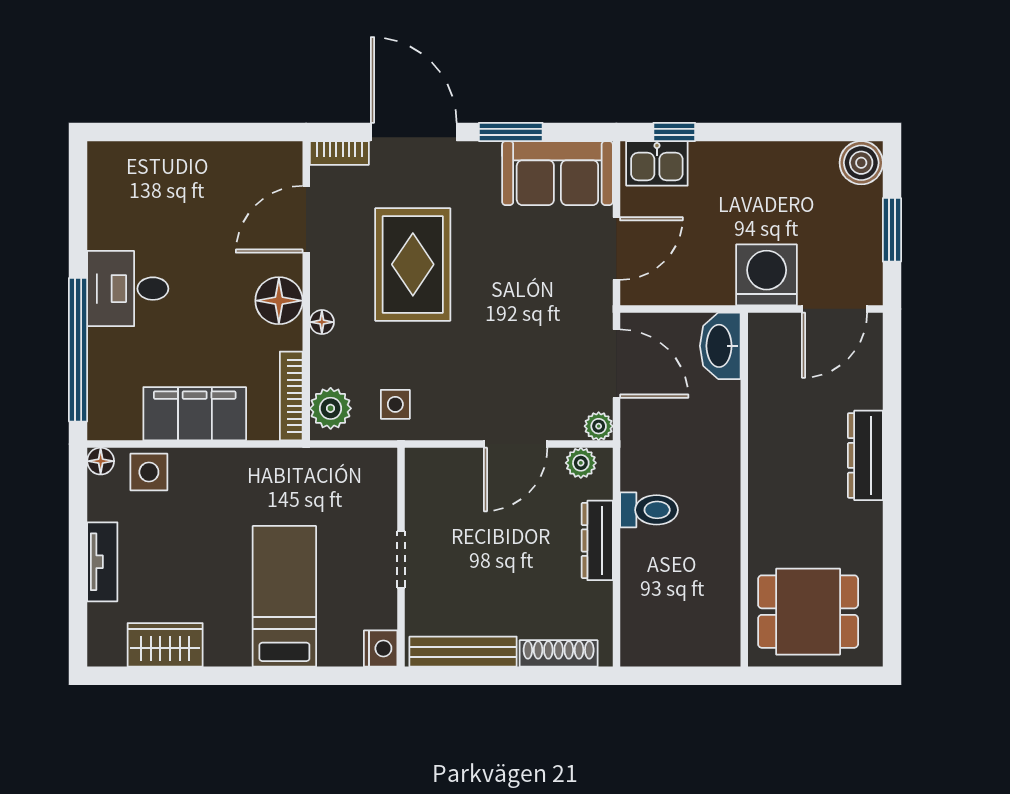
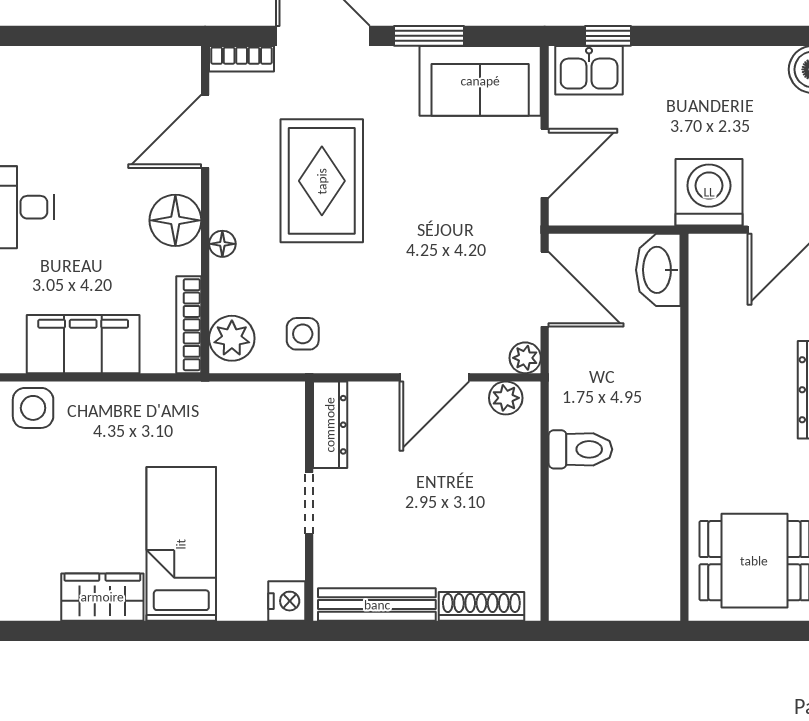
dresser: (597, 540) -> (330, 425), moved, turned 180
wardrobe: (165, 645) -> (102, 597), moved

